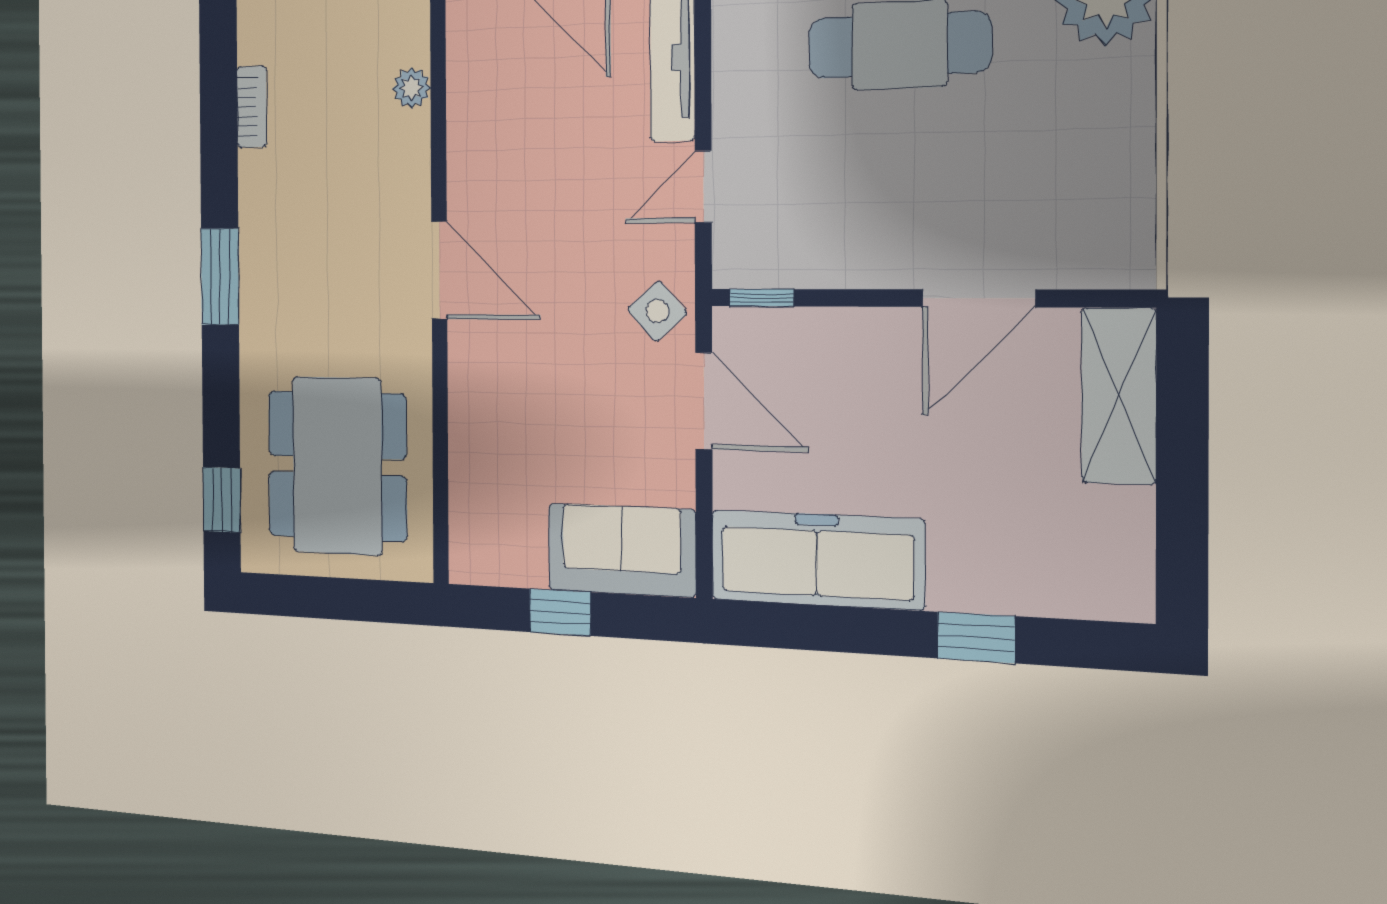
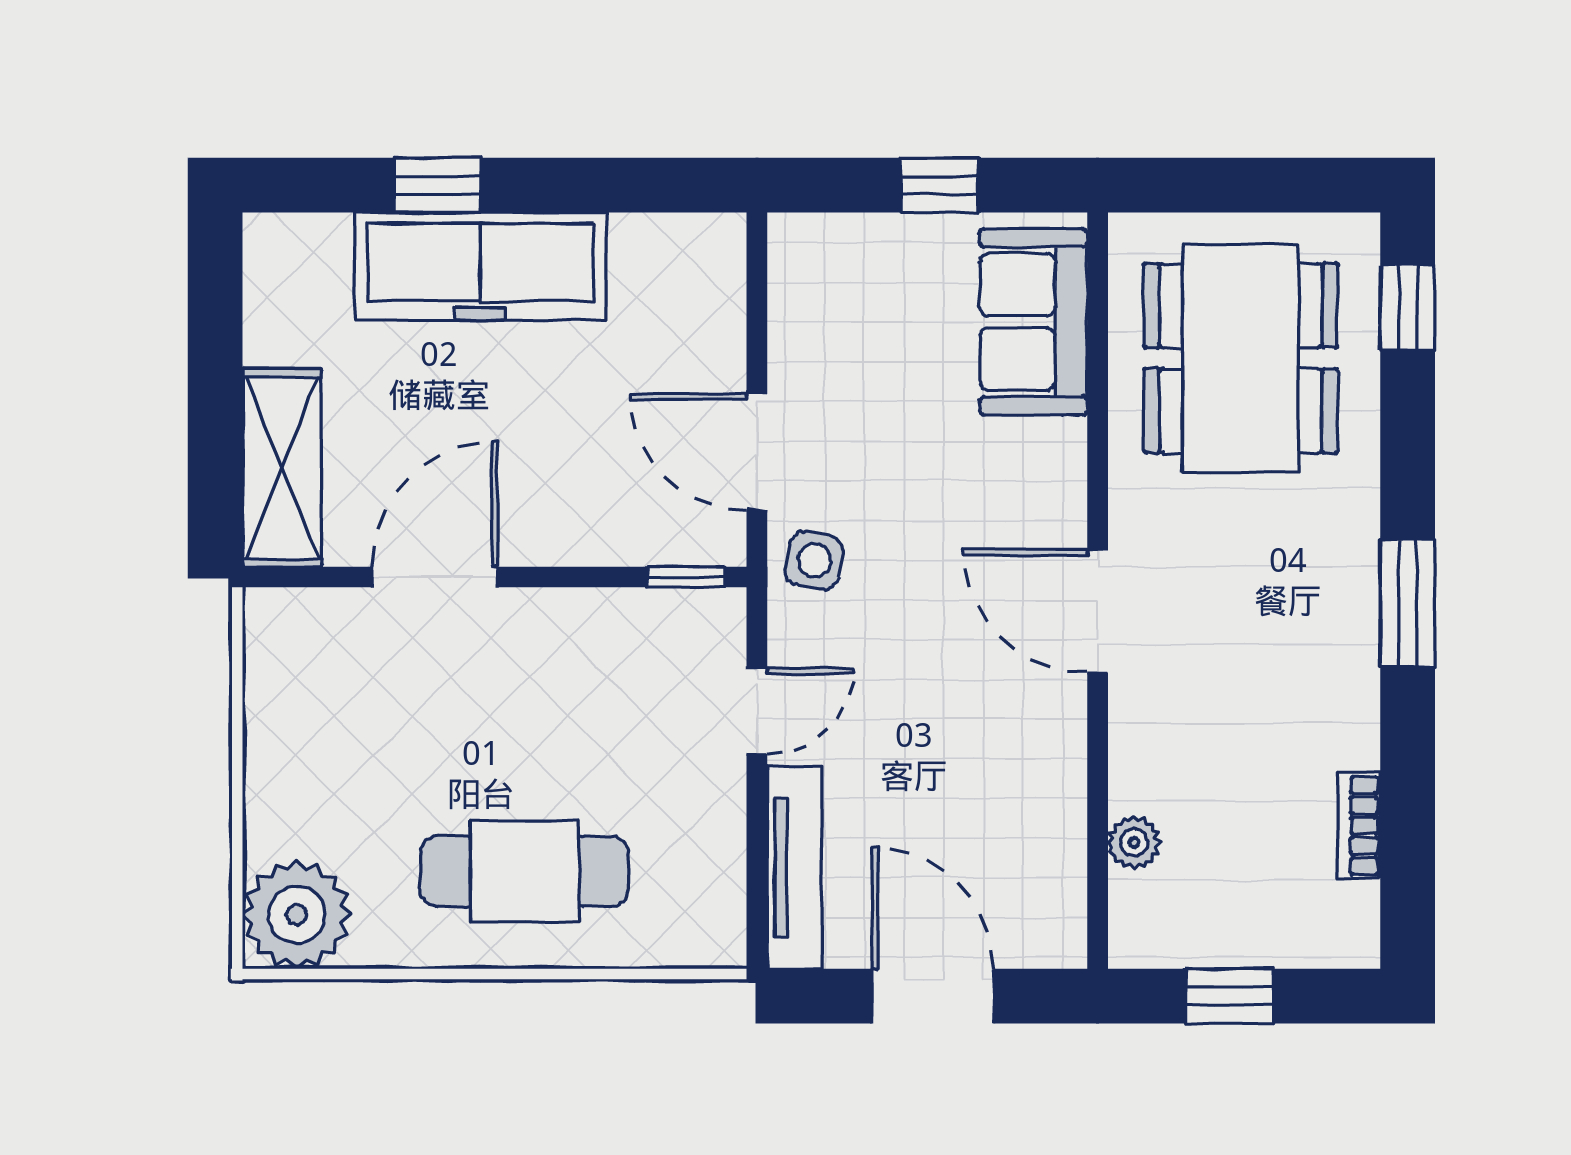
side table: (657, 311) -> (814, 560), turned -38
sofa: (622, 550) -> (1033, 322), moved, turned 90
freezer: (817, 560) -> (481, 266), moved

